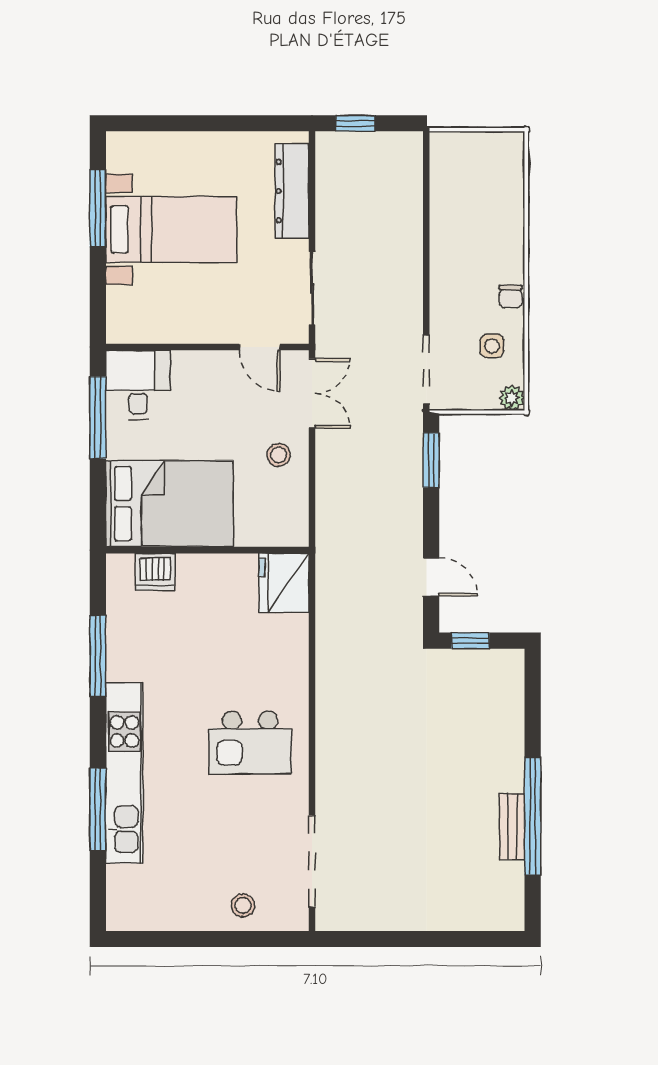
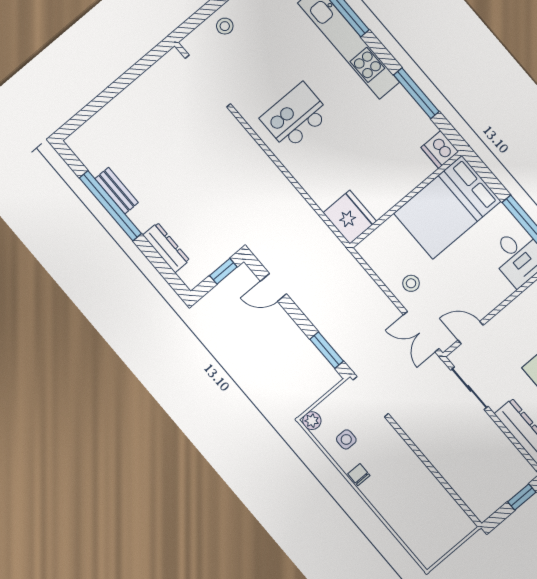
dishwasher: (155, 572) -> (440, 149), moved, turned -90
dresser: (511, 719) -> (166, 248), added

